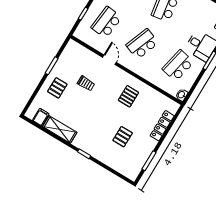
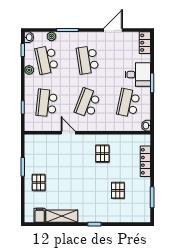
trolley: (86, 83) -> (60, 164), removed

